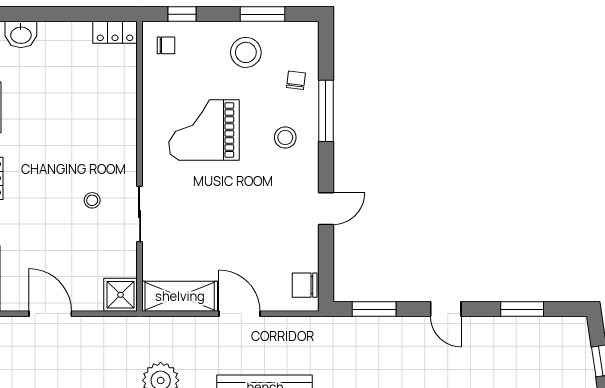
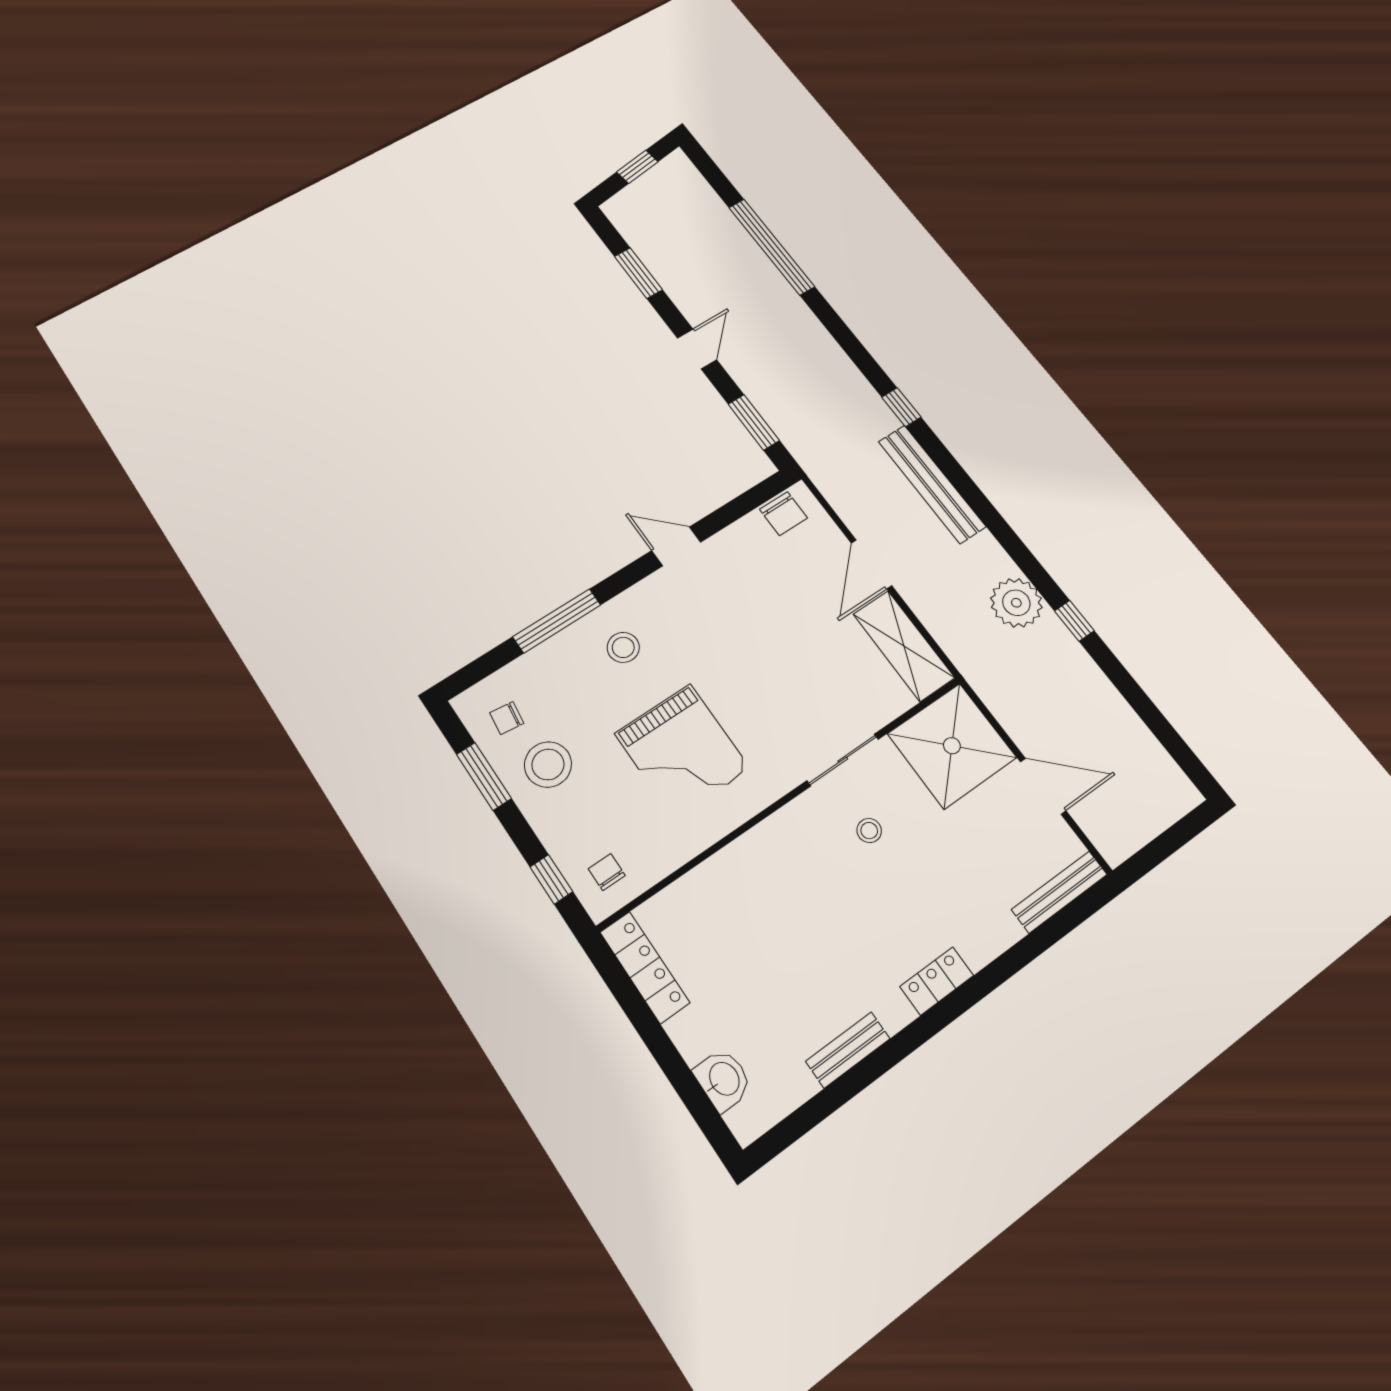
locker: (115, 32) -> (645, 967), width x1.53
chair: (296, 80) -> (507, 718), moved
shower: (121, 295) -> (952, 746), width x1.86, depth x1.86
door: (50, 314) -> (1043, 786), swing flipped

